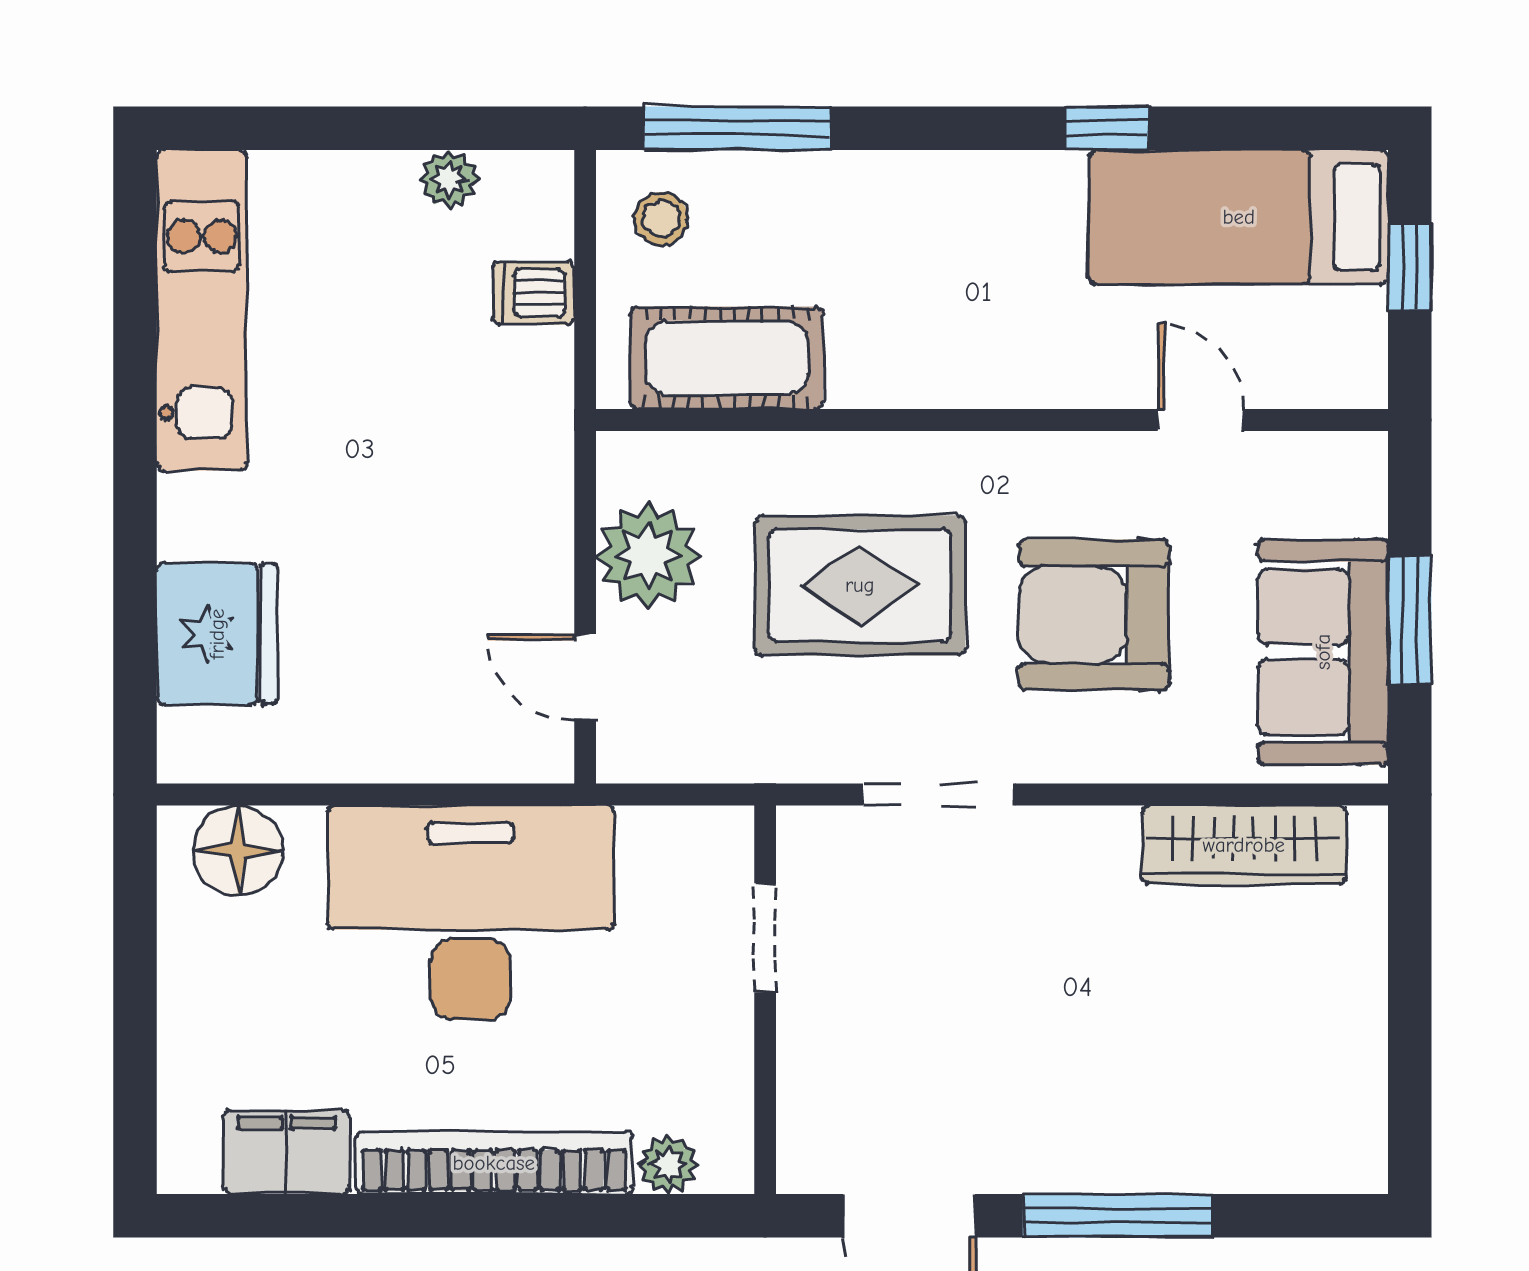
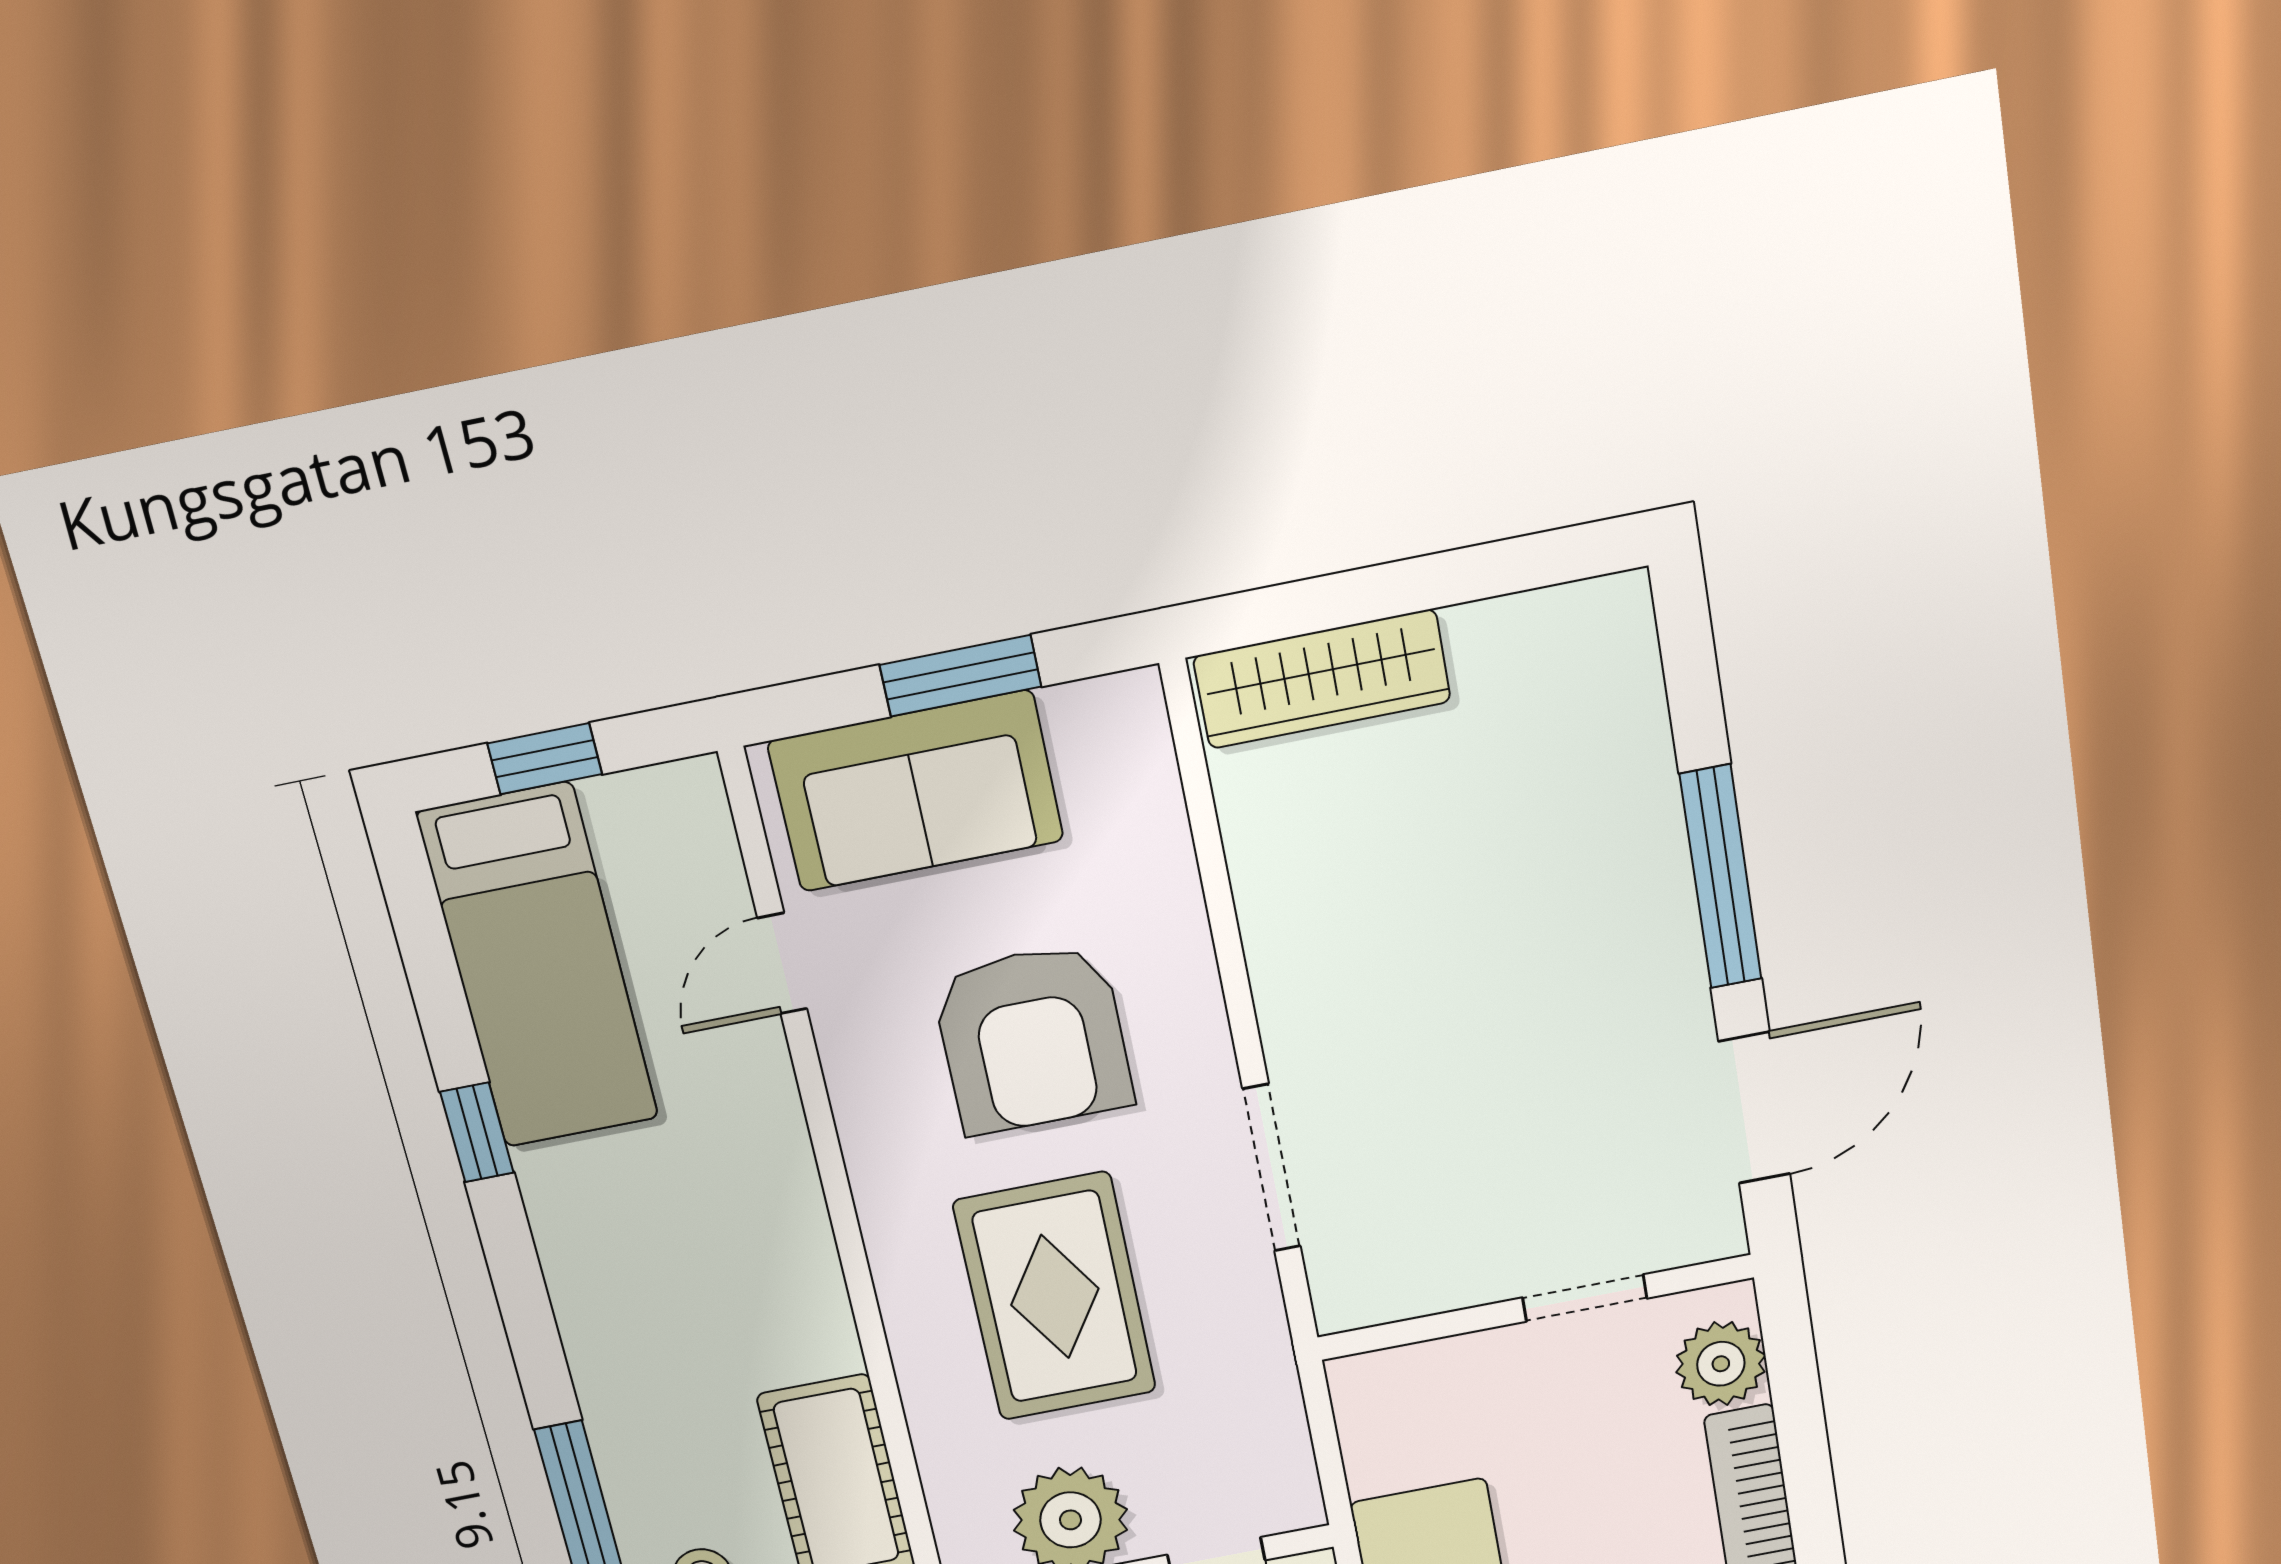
sofa: (1323, 652) -> (916, 791), moved
wardrobe: (1244, 845) -> (1322, 679), moved, turned 90
doorway: (765, 938) -> (1585, 1298), moved
plant: (668, 1165) -> (1721, 1364), width x1.38, depth x1.38

